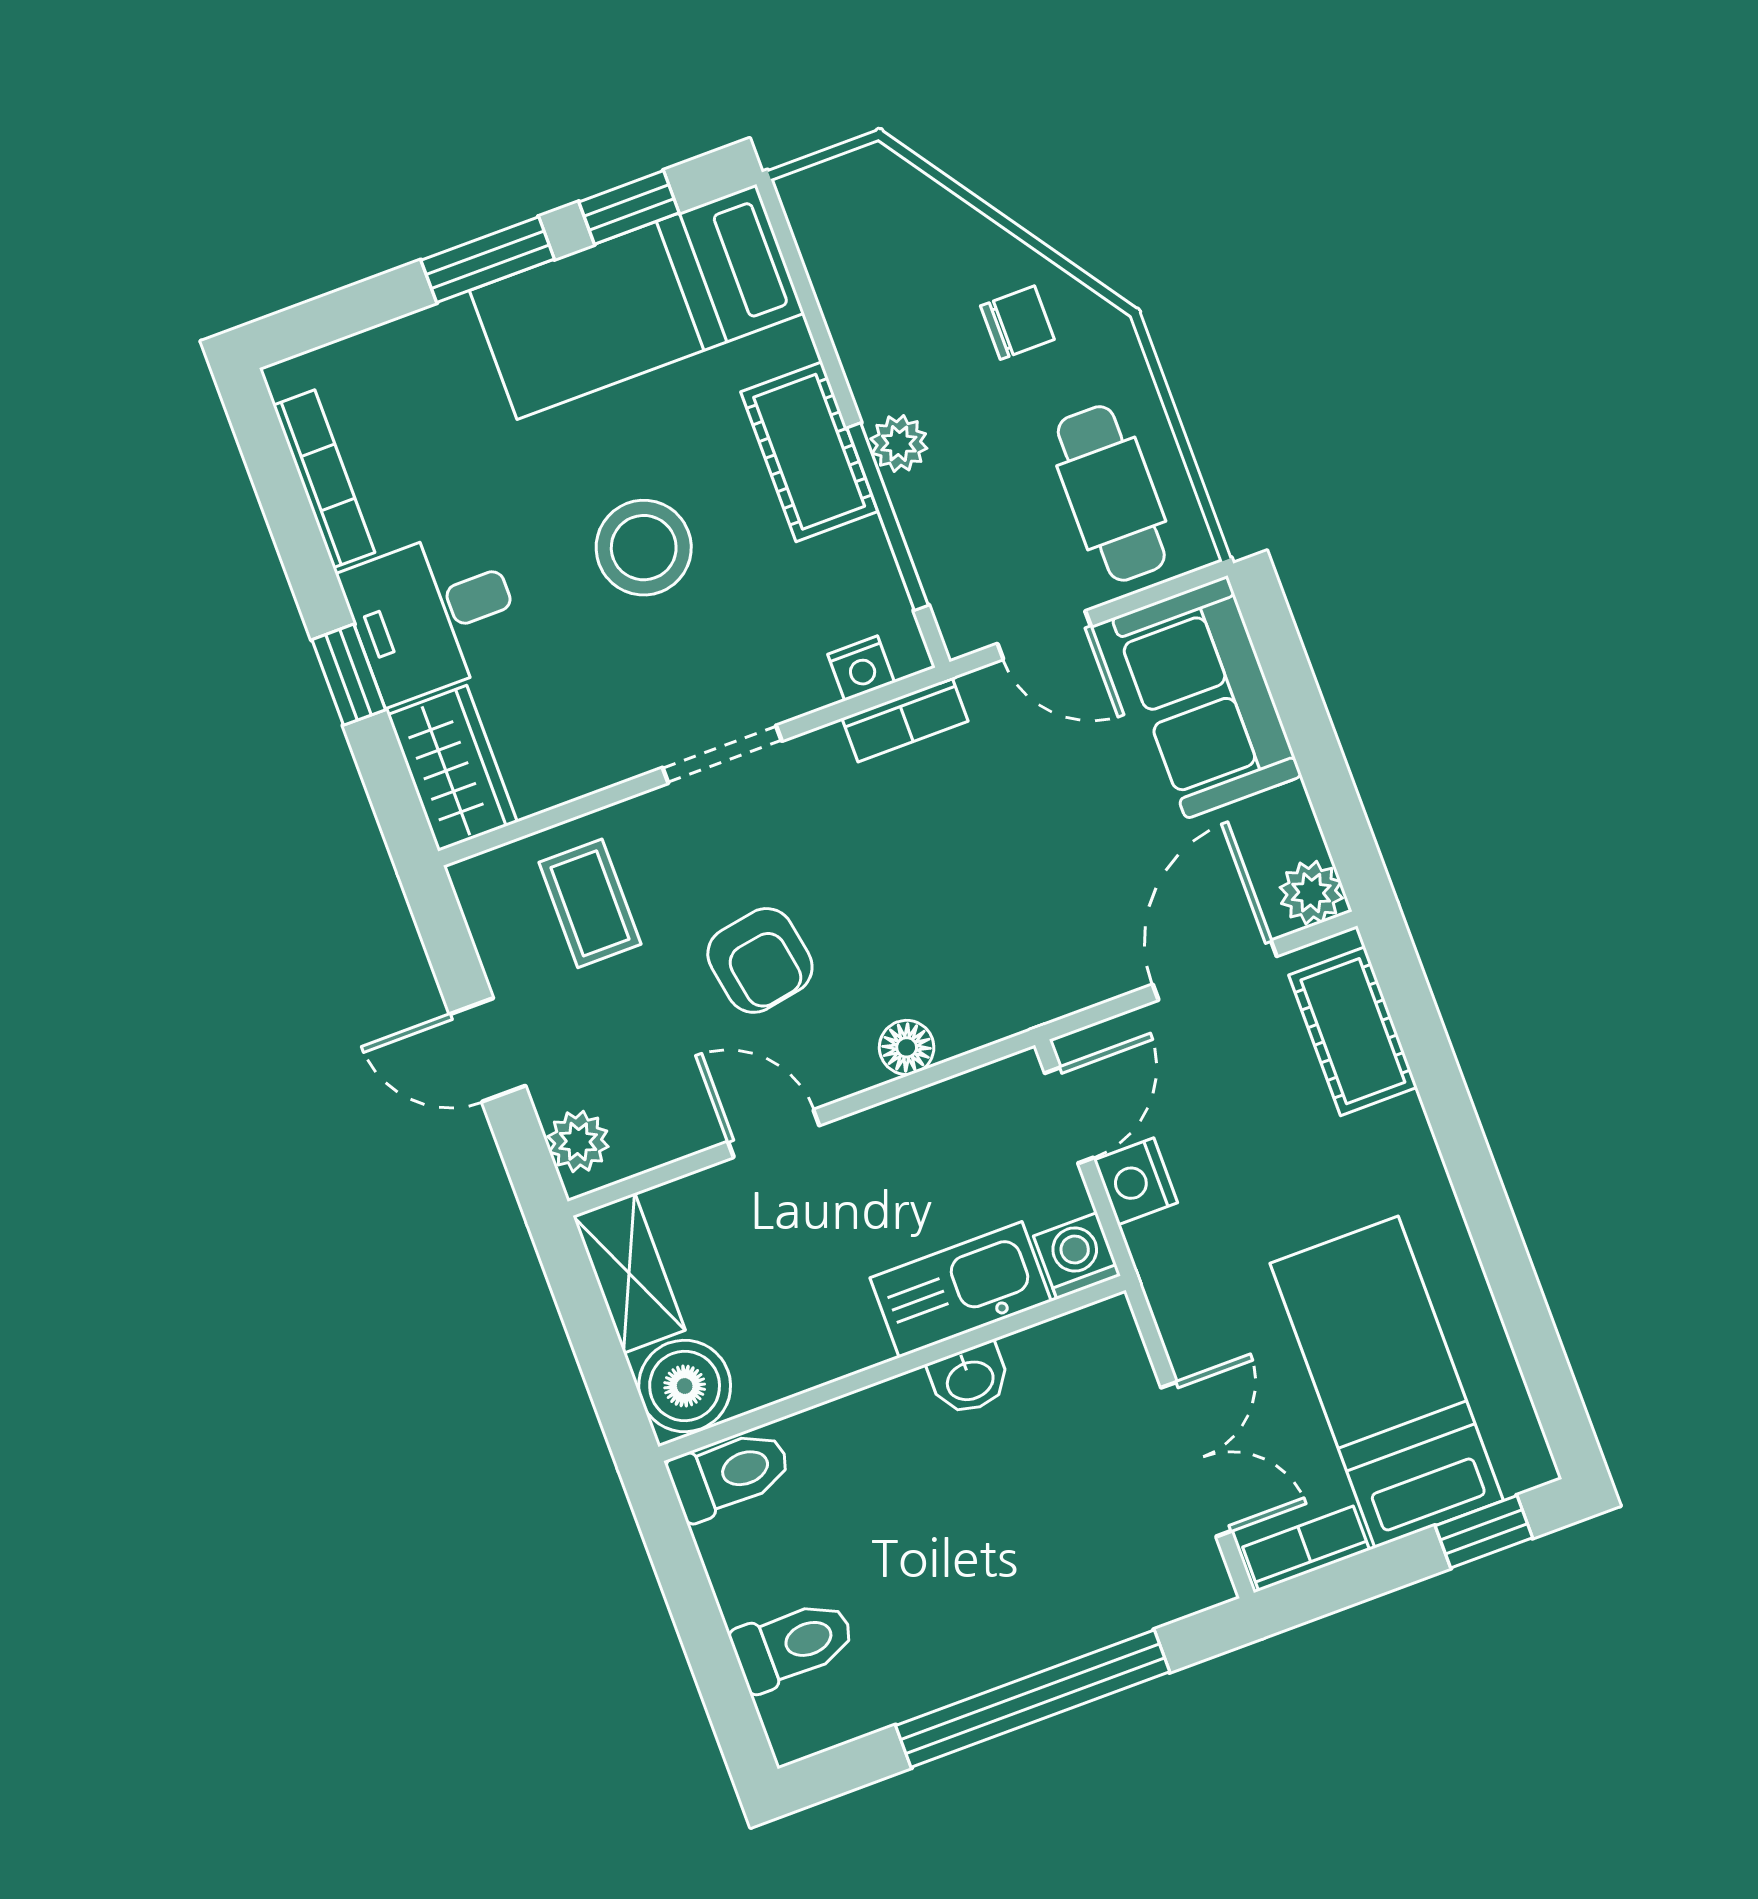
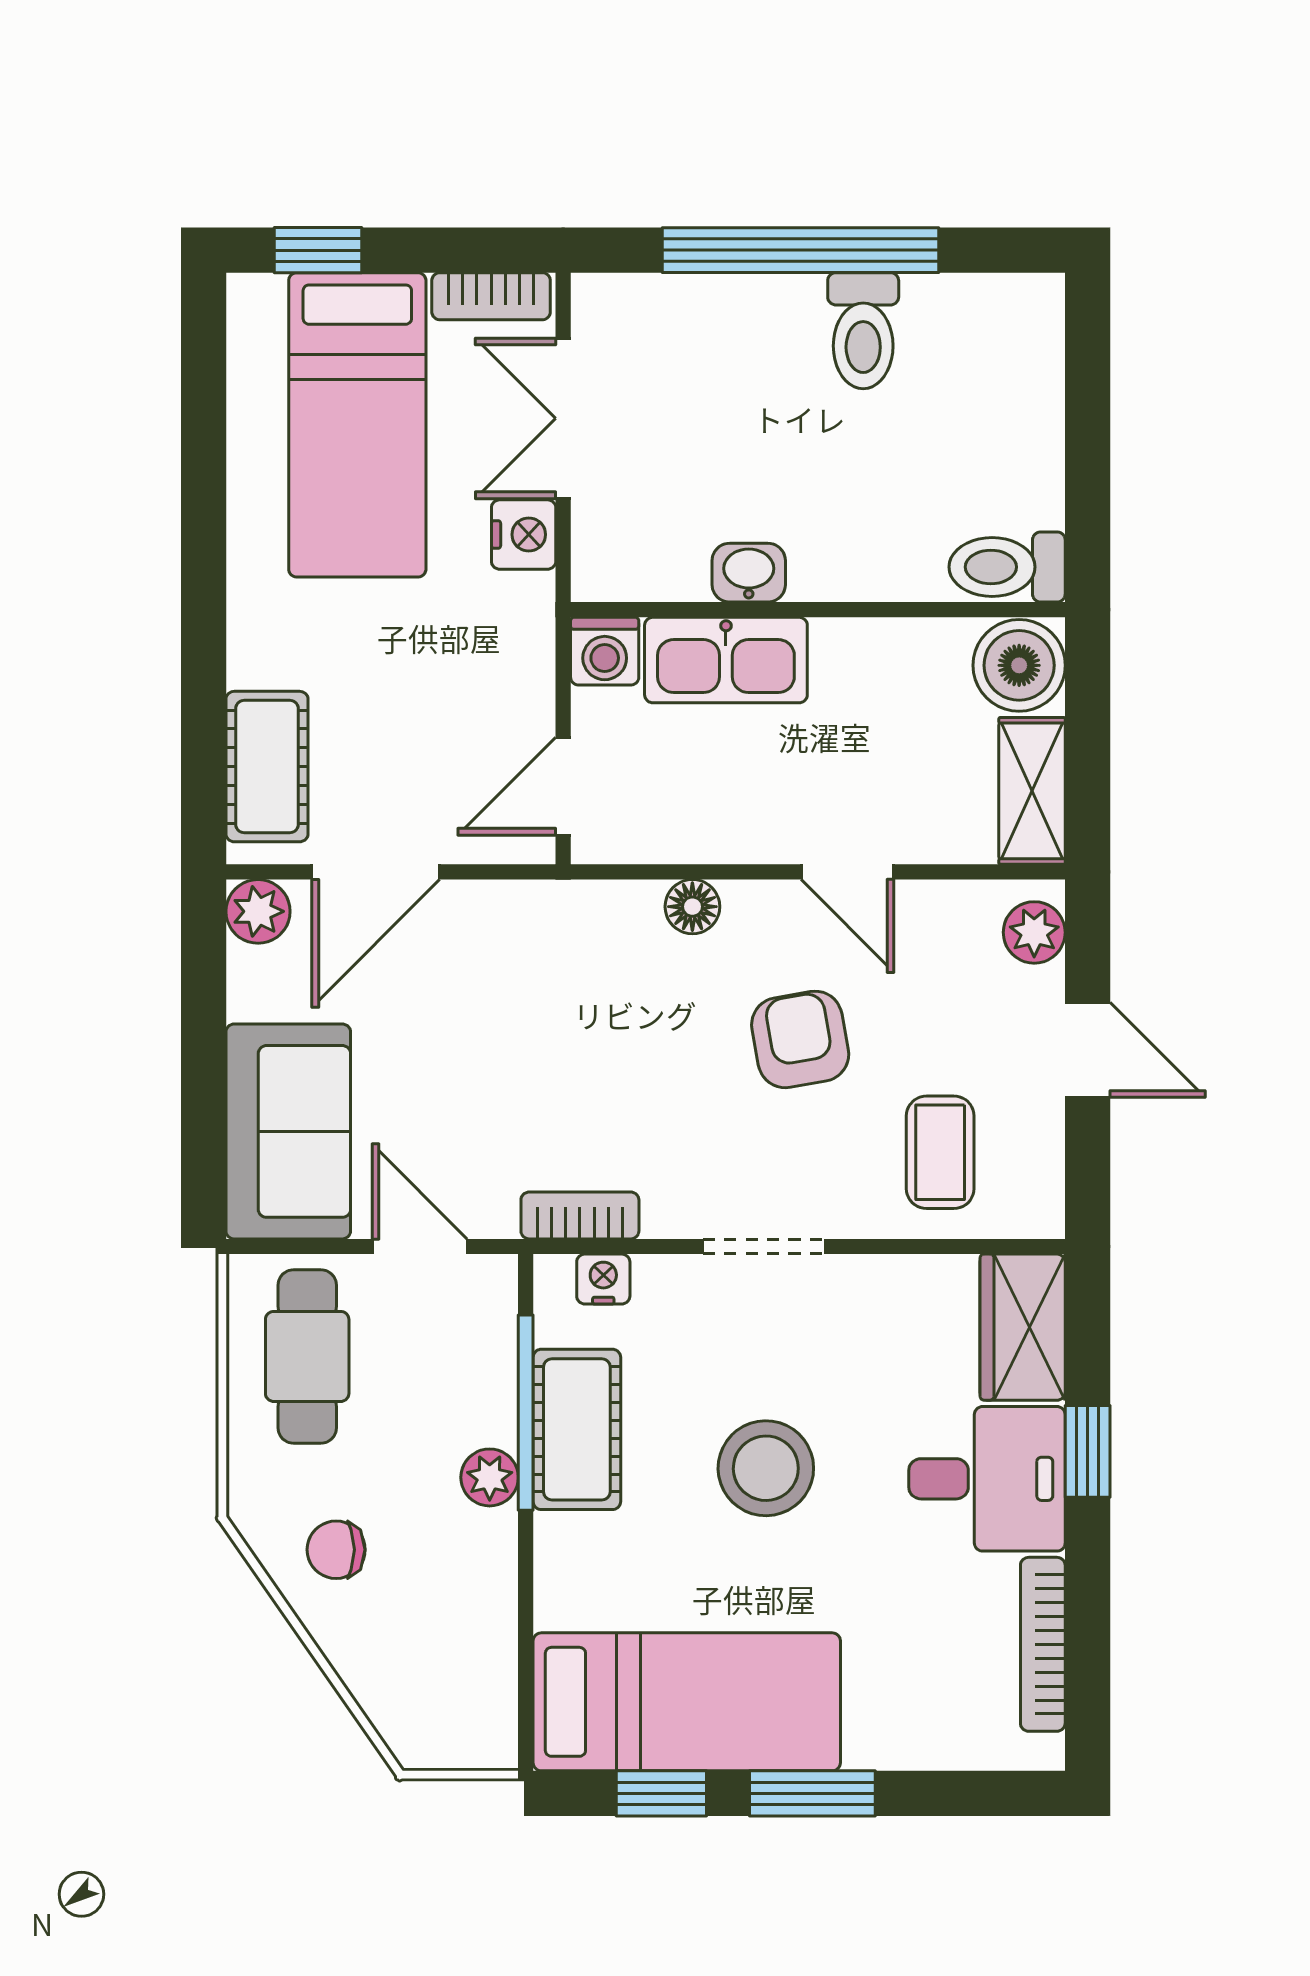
cot: (809, 452) -> (577, 1429), moved
nightstand: (1136, 1181) -> (524, 535), moved
toilet: (793, 1645) -> (863, 331), moved, turned -90

